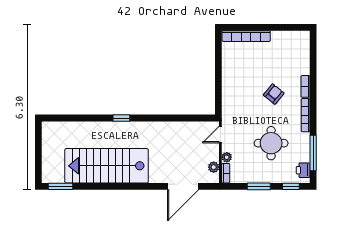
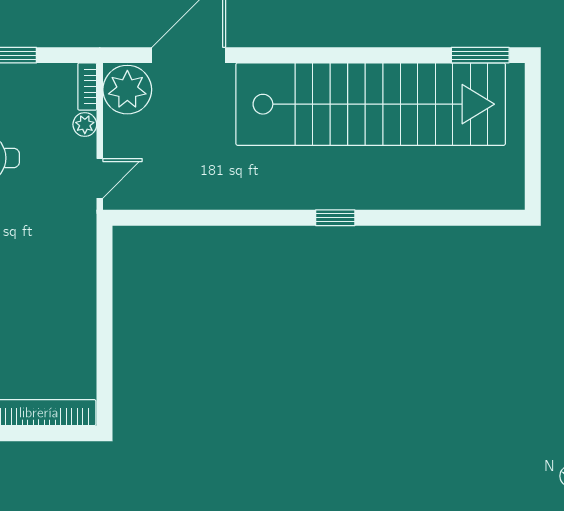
stairs: (107, 166) -> (371, 104), width x1.36
plant: (214, 167) -> (127, 90), width x1.88, depth x1.88

